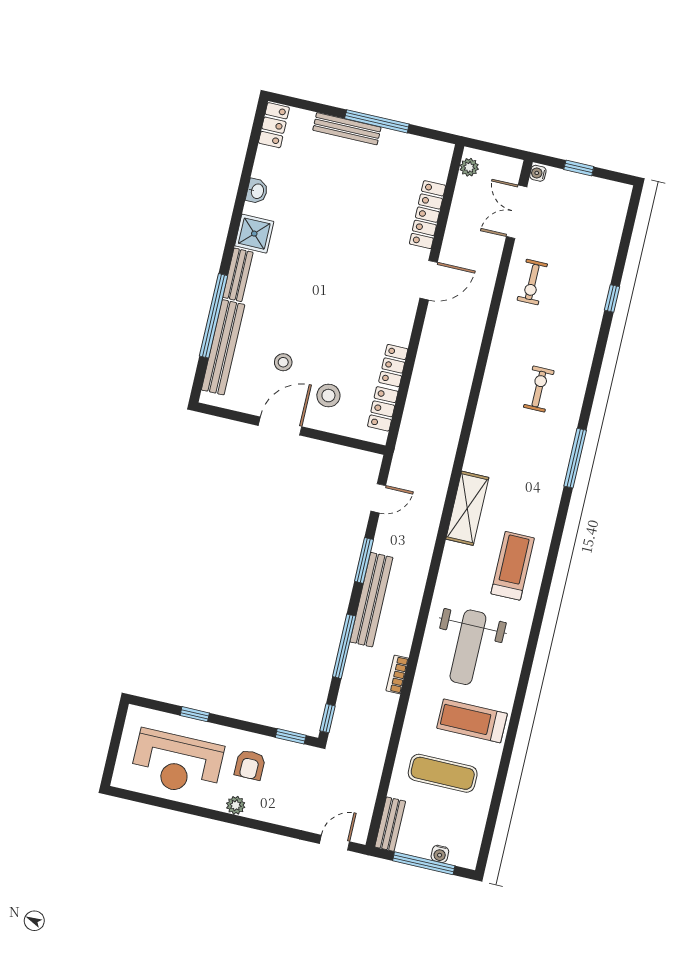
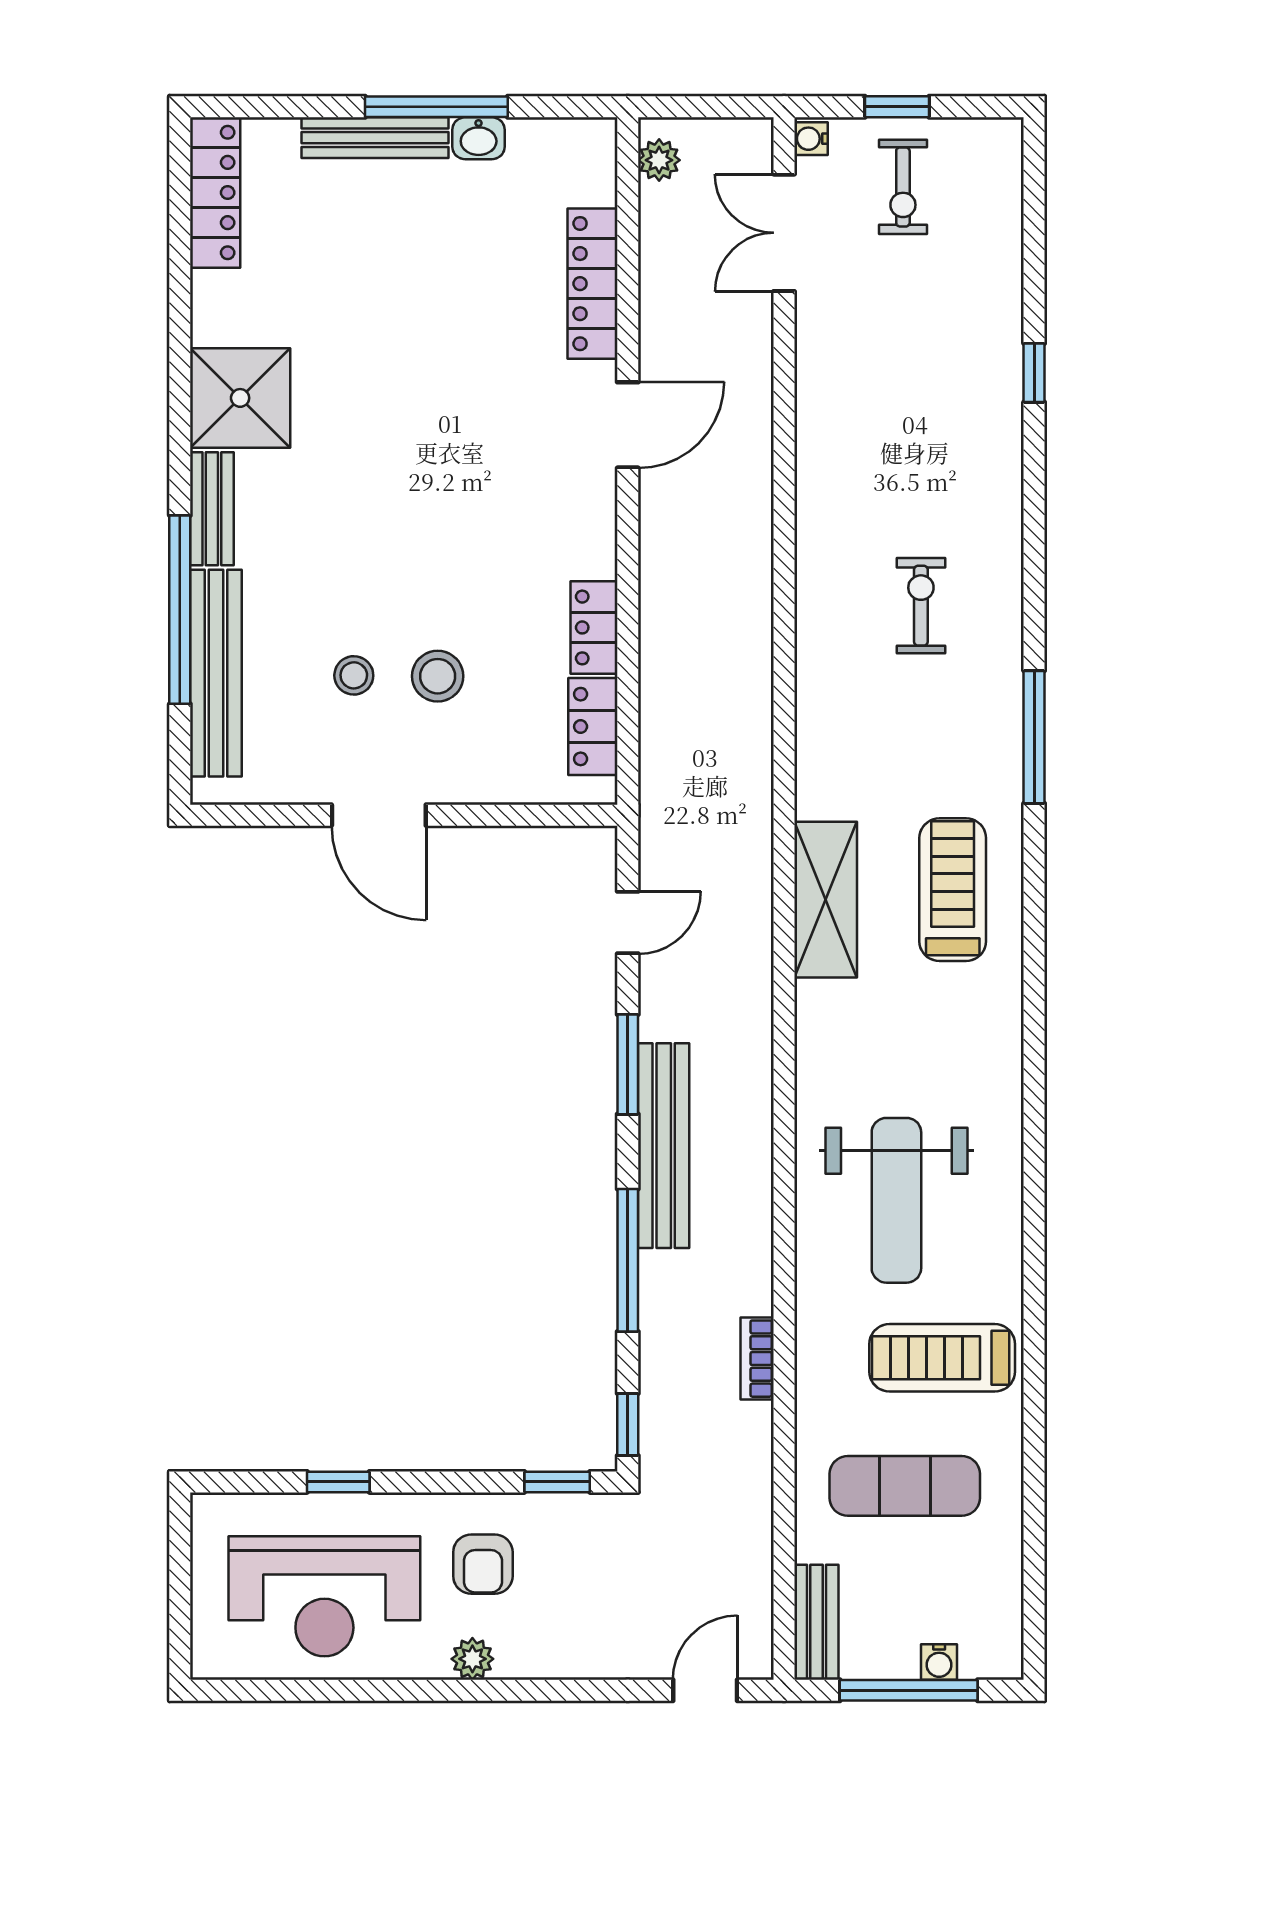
locker: (274, 125) -> (215, 193), width x1.53
washbasin: (257, 191) -> (479, 138), moved, turned 90
shower: (254, 234) -> (240, 398), width x1.36, depth x1.36
exercise bike: (532, 282) -> (903, 187), moved
stool: (328, 396) -> (438, 676), moved
door: (280, 426) -> (379, 815), swing flipped
treadmill: (513, 566) -> (953, 890), moved
bookcase: (397, 674) -> (757, 1359), moved

